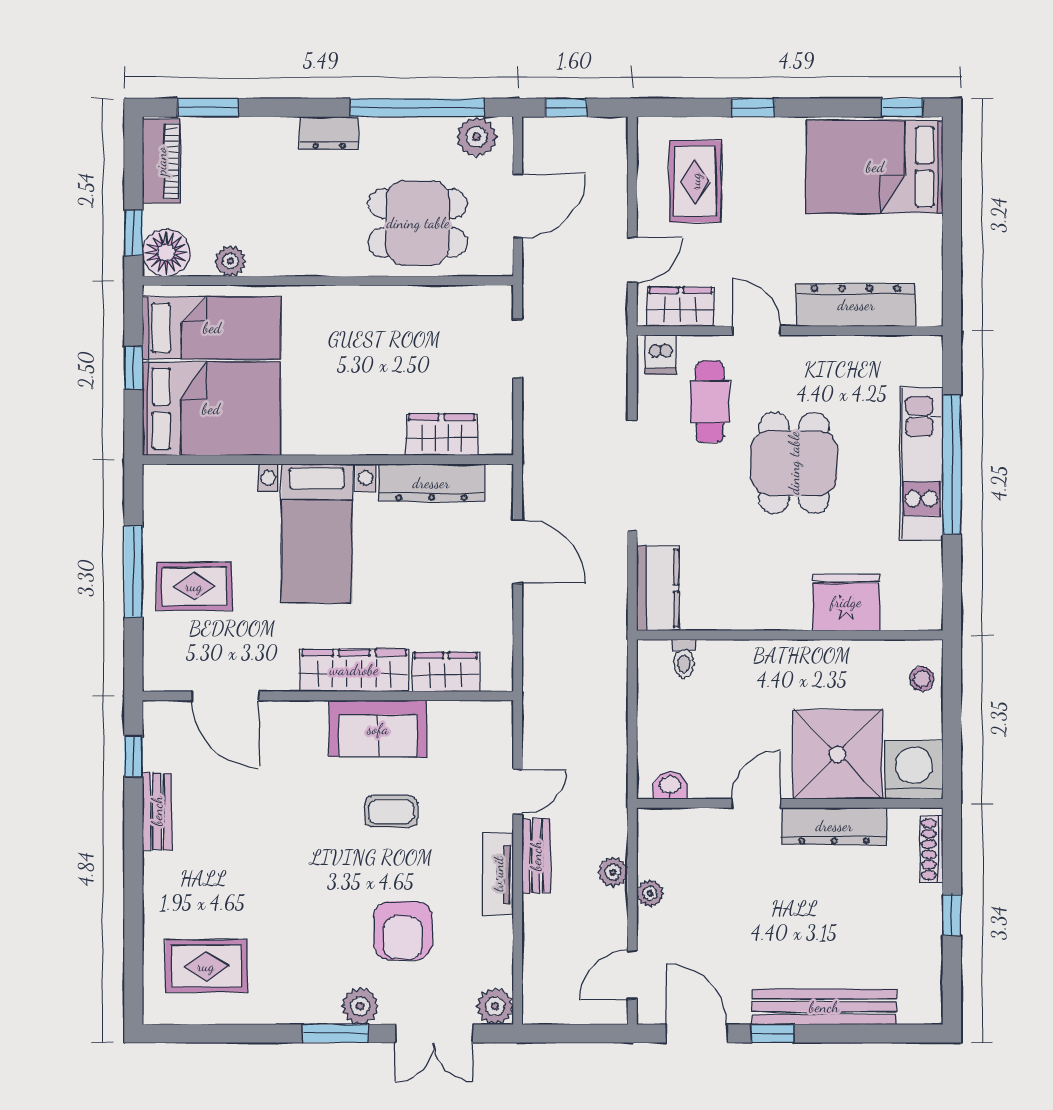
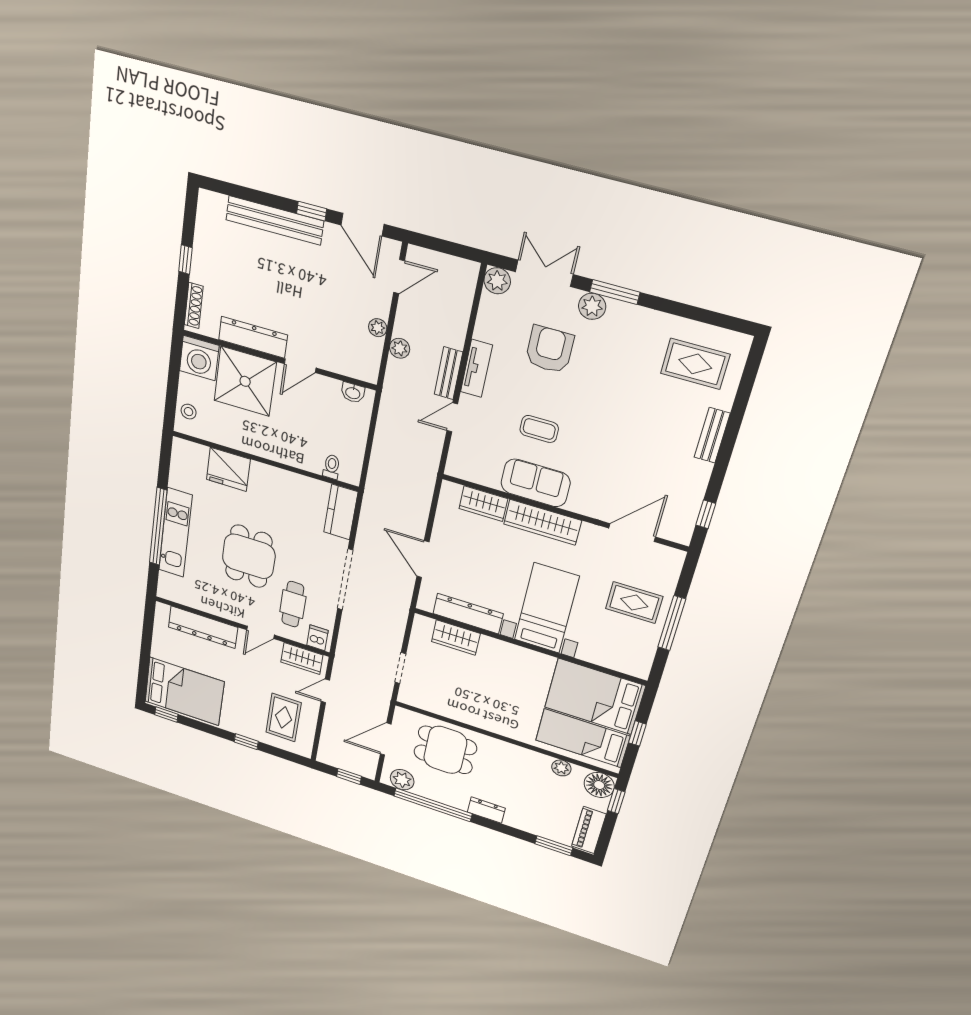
door: (756, 331) -> (260, 632), hinge flipped
door: (225, 696) -> (632, 533), hinge flipped
bench: (157, 811) -> (712, 435), moved

